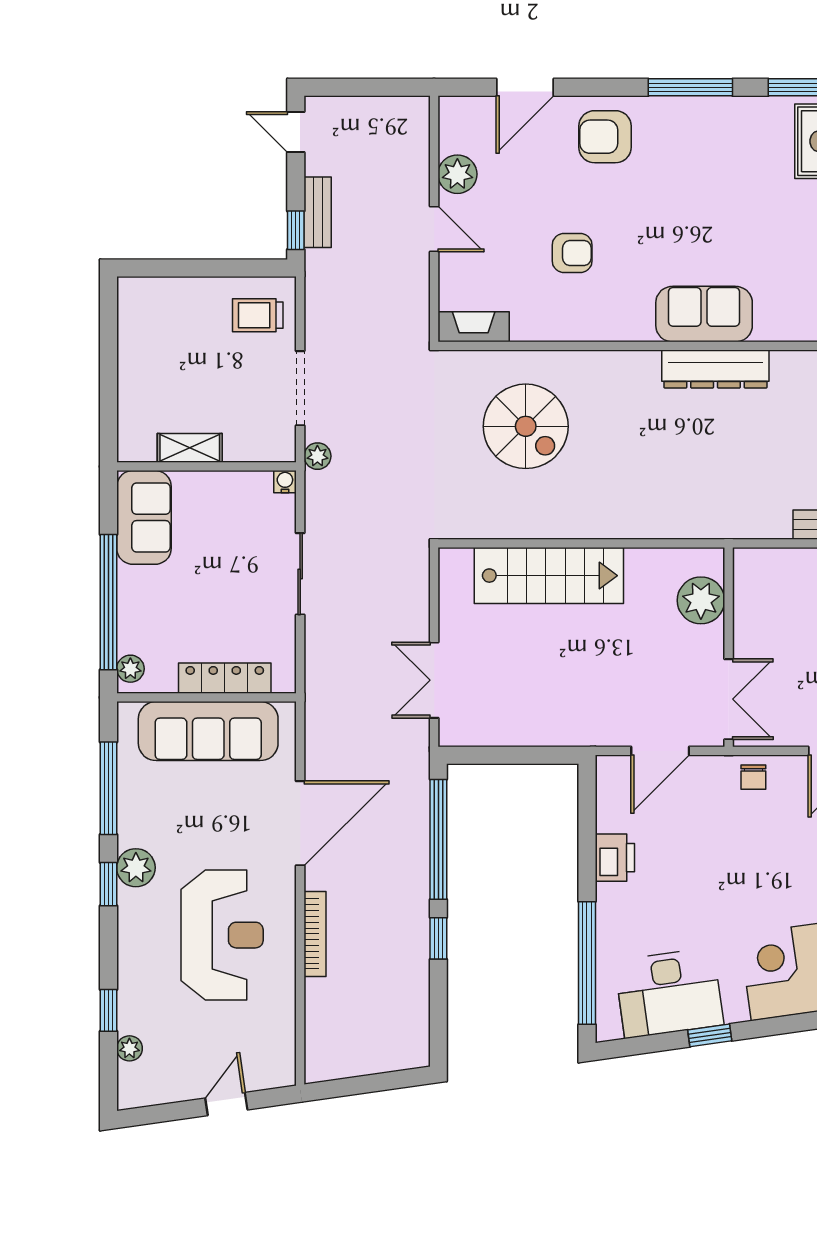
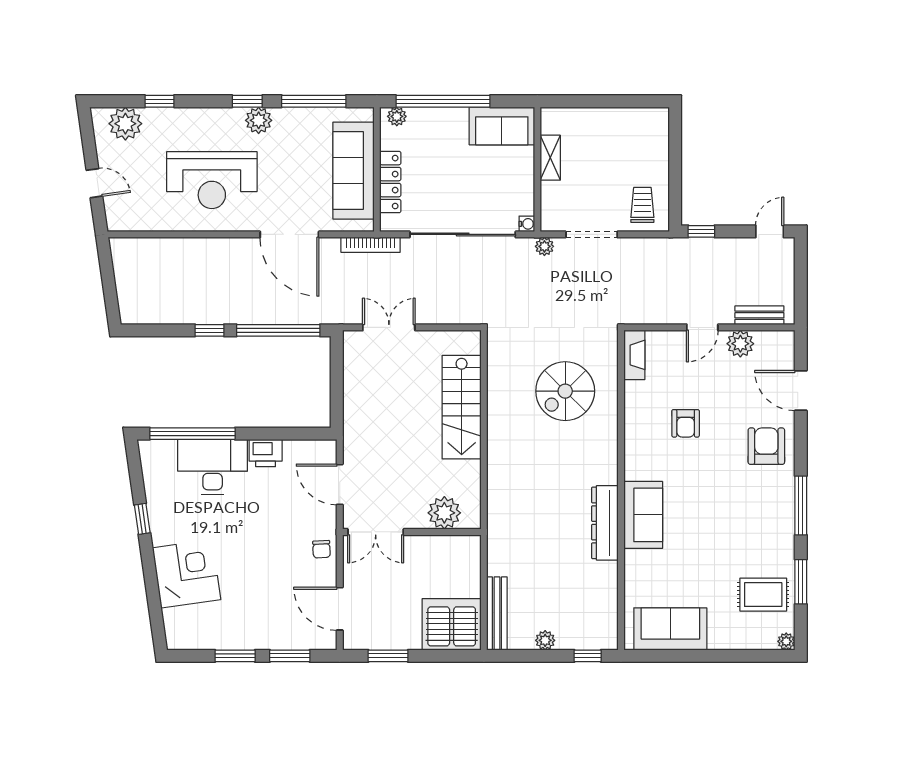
bench: (318, 212) -> (759, 315), moved
sliding door: (300, 574) -> (463, 234), width x1.86
chair: (753, 777) -> (321, 549), turned -93
bookcase: (315, 934) -> (371, 245), moved
desk: (669, 993) -> (213, 467), moved, turned 98
plant: (129, 1048) -> (125, 124), width x1.88, depth x1.88

